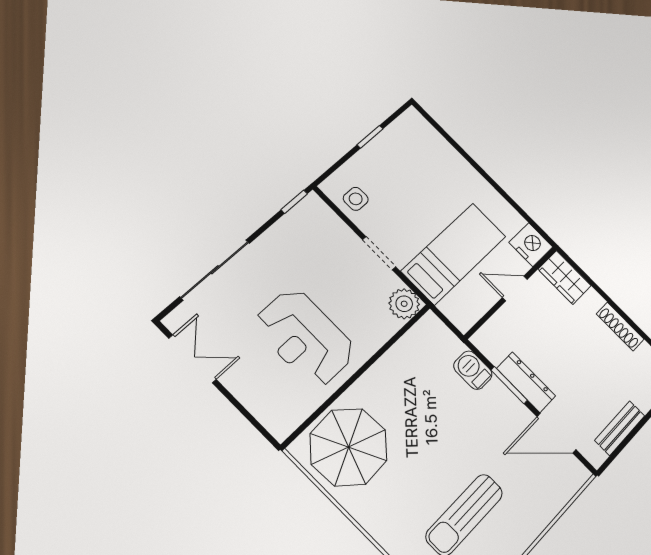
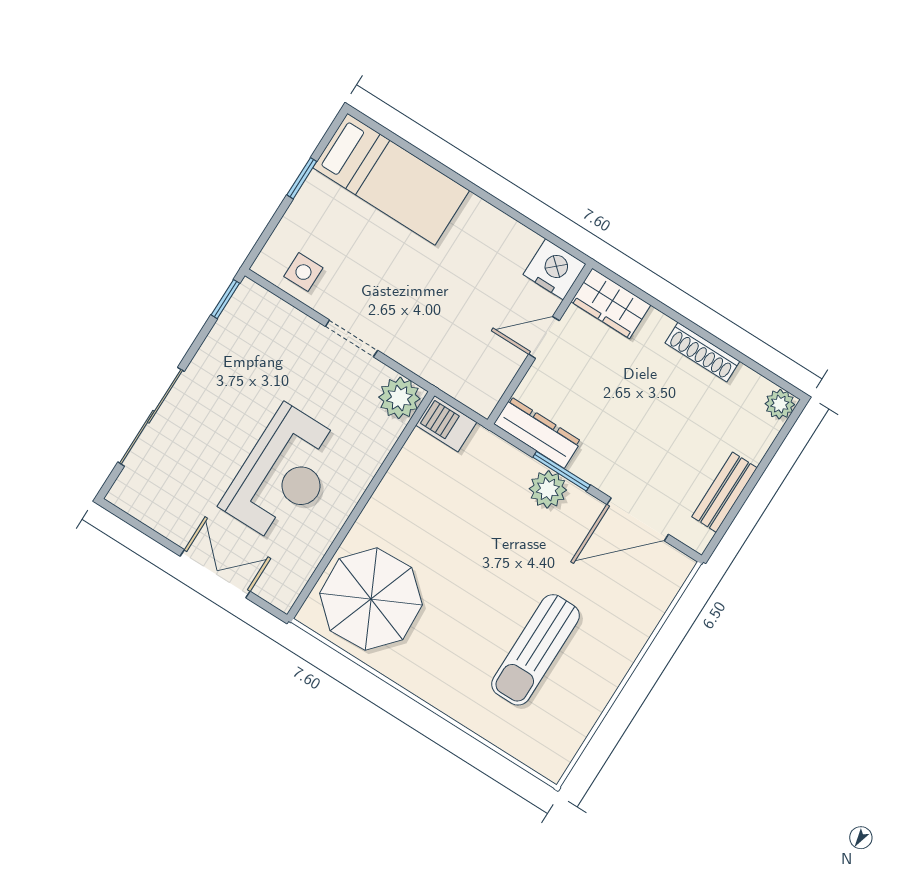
bed: (454, 254) -> (391, 179), moved, turned 90
reception desk: (305, 338) -> (284, 475), turned -90
double door: (192, 359) -> (215, 574), moved
barbecue: (473, 370) -> (446, 424), moved
dresser: (526, 382) -> (538, 432), moved
plant: (497, 396) -> (548, 489), added

